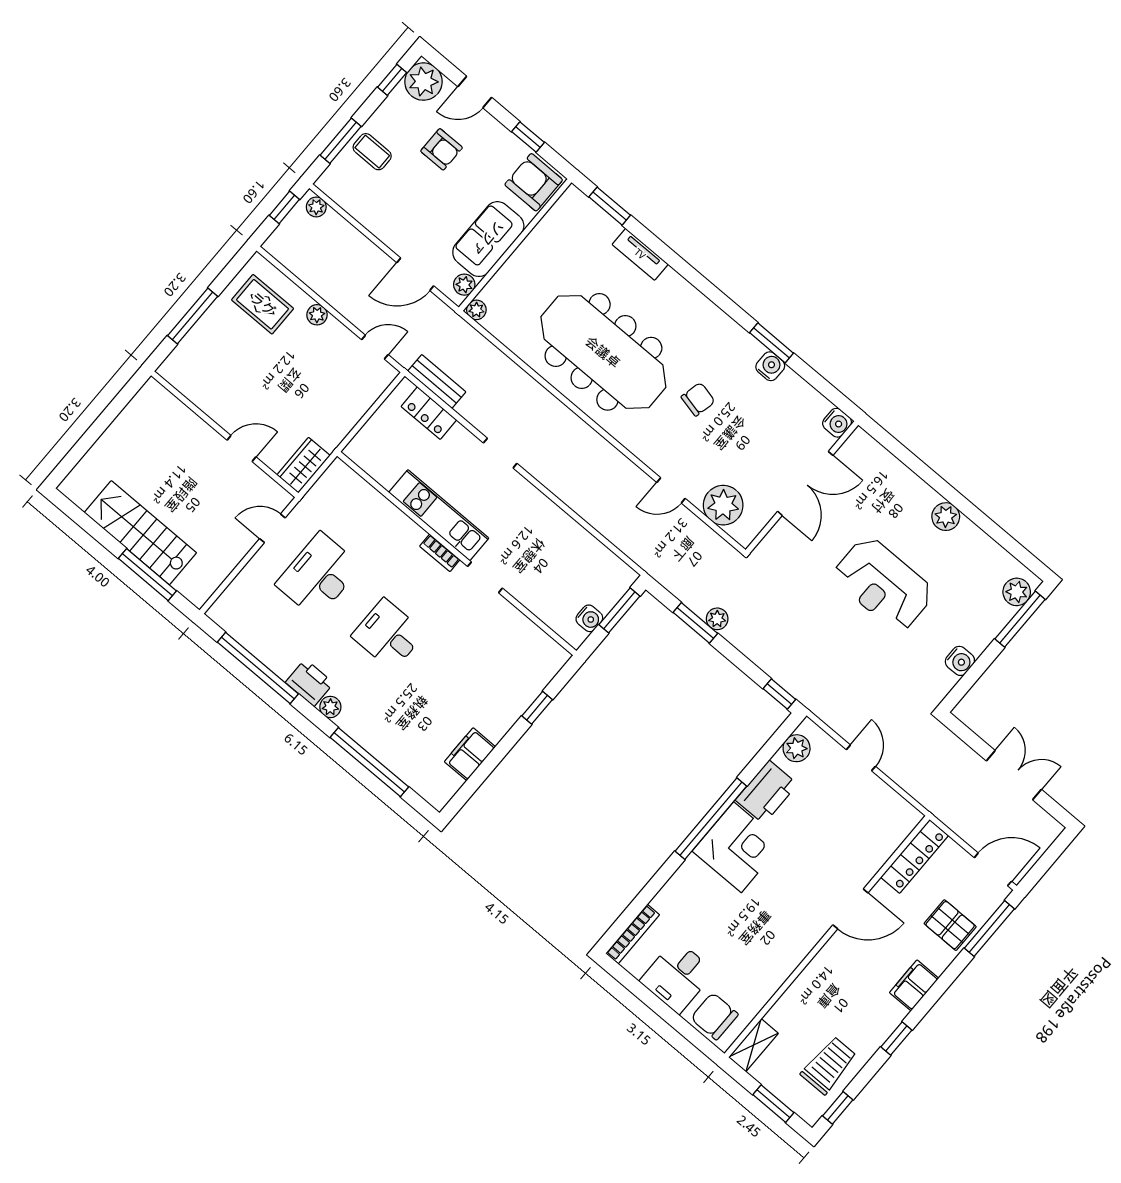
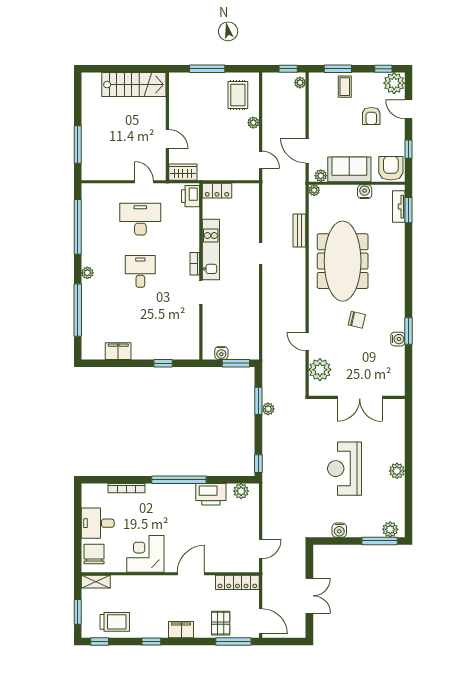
tv unit: (640, 254) -> (399, 207), moved
bench: (437, 382) -> (299, 230), moved
locker: (429, 413) -> (217, 191), moved, turned -90
water cooler: (837, 423) -> (365, 192), moved, turned 180
stairs: (140, 533) -> (134, 85), moved, turned 90
printer: (309, 683) -> (190, 196), moved, turned 180
door: (861, 758) -> (261, 549), moved
corner desk: (737, 847) -> (145, 554), moved, turned 180
door: (850, 909) -> (191, 574), swing flipped
bookcase: (633, 934) -> (126, 488), moved

